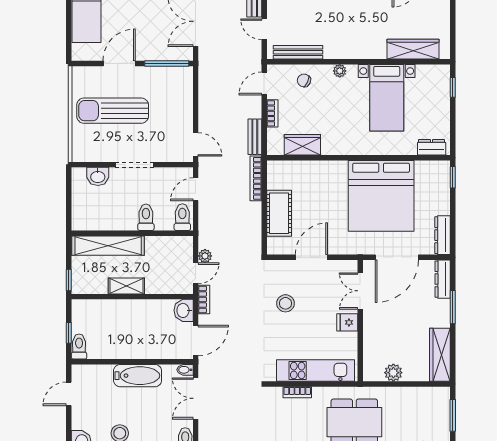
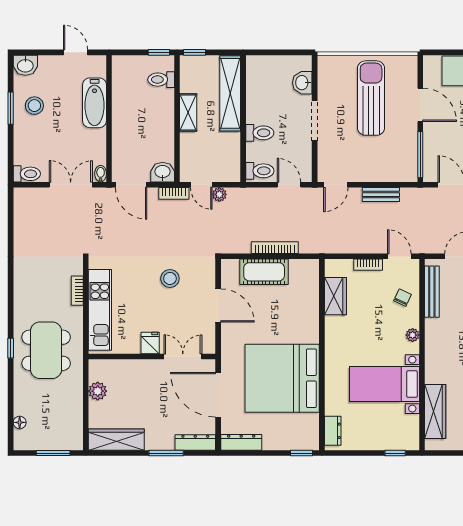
bench: (255, 137) -> (381, 195), moved
bookcase: (256, 178) -> (275, 248), moved
window: (69, 333) -> (159, 52), moved
toilet: (79, 347) -> (161, 80), moved, turned 180
bathtub: (138, 376) -> (95, 103), moved

